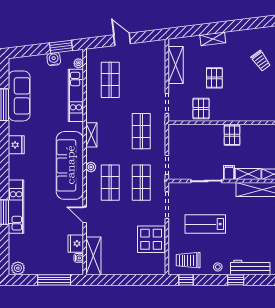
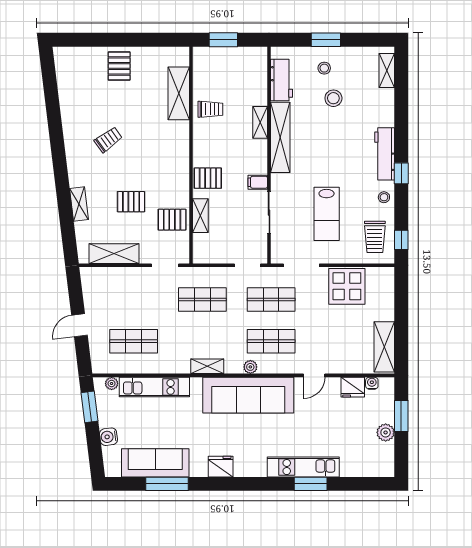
water cooler: (54, 59) -> (108, 437), moved
shelving: (248, 174) -> (200, 216), moved
shelving: (93, 256) -> (384, 347), moved, turned 90
plant: (18, 268) -> (386, 432), moved
window: (54, 280) -> (401, 416), width x0.69

